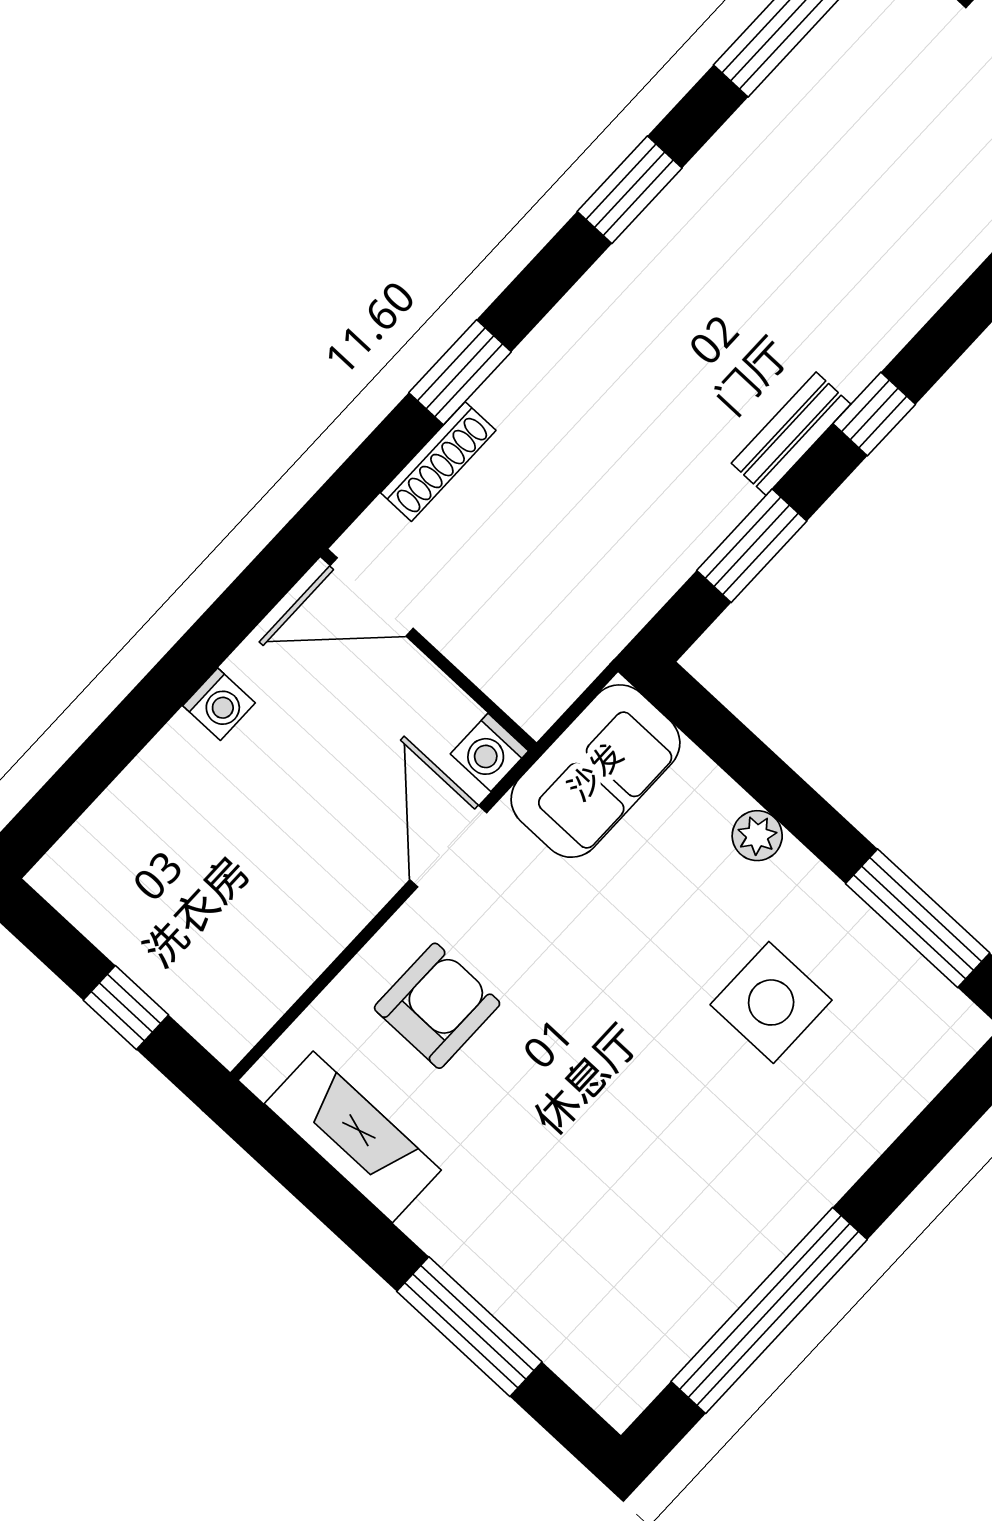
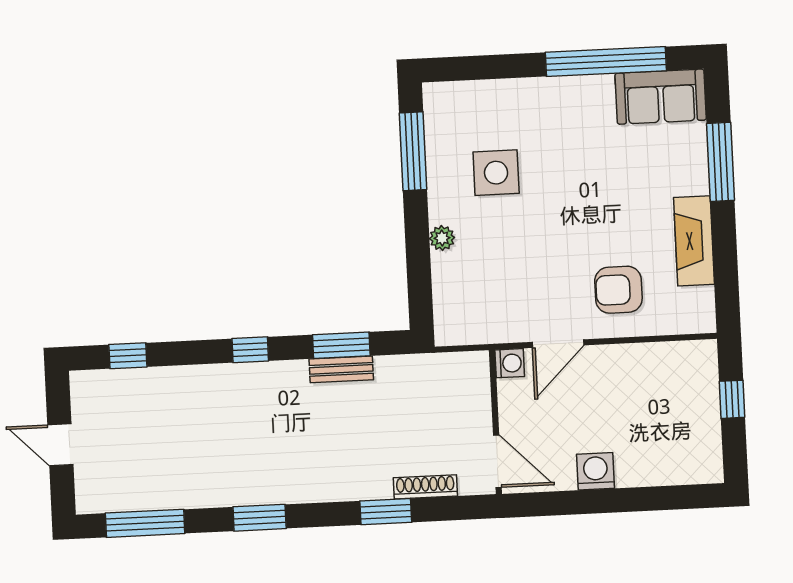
bench: (791, 434) -> (341, 369), moved
washing machine: (219, 704) -> (596, 471), width x1.38, depth x1.38
sofa: (595, 771) -> (661, 97), moved, turned 180
fireplace: (353, 1137) -> (694, 241), moved

